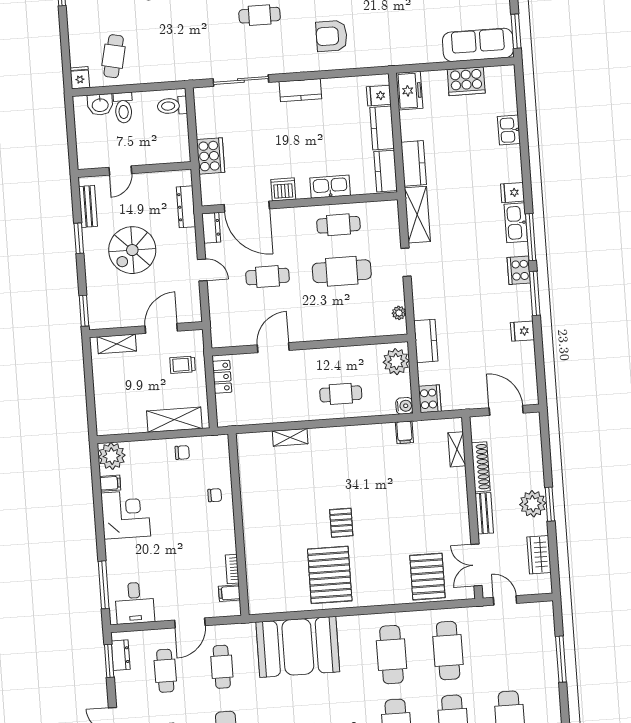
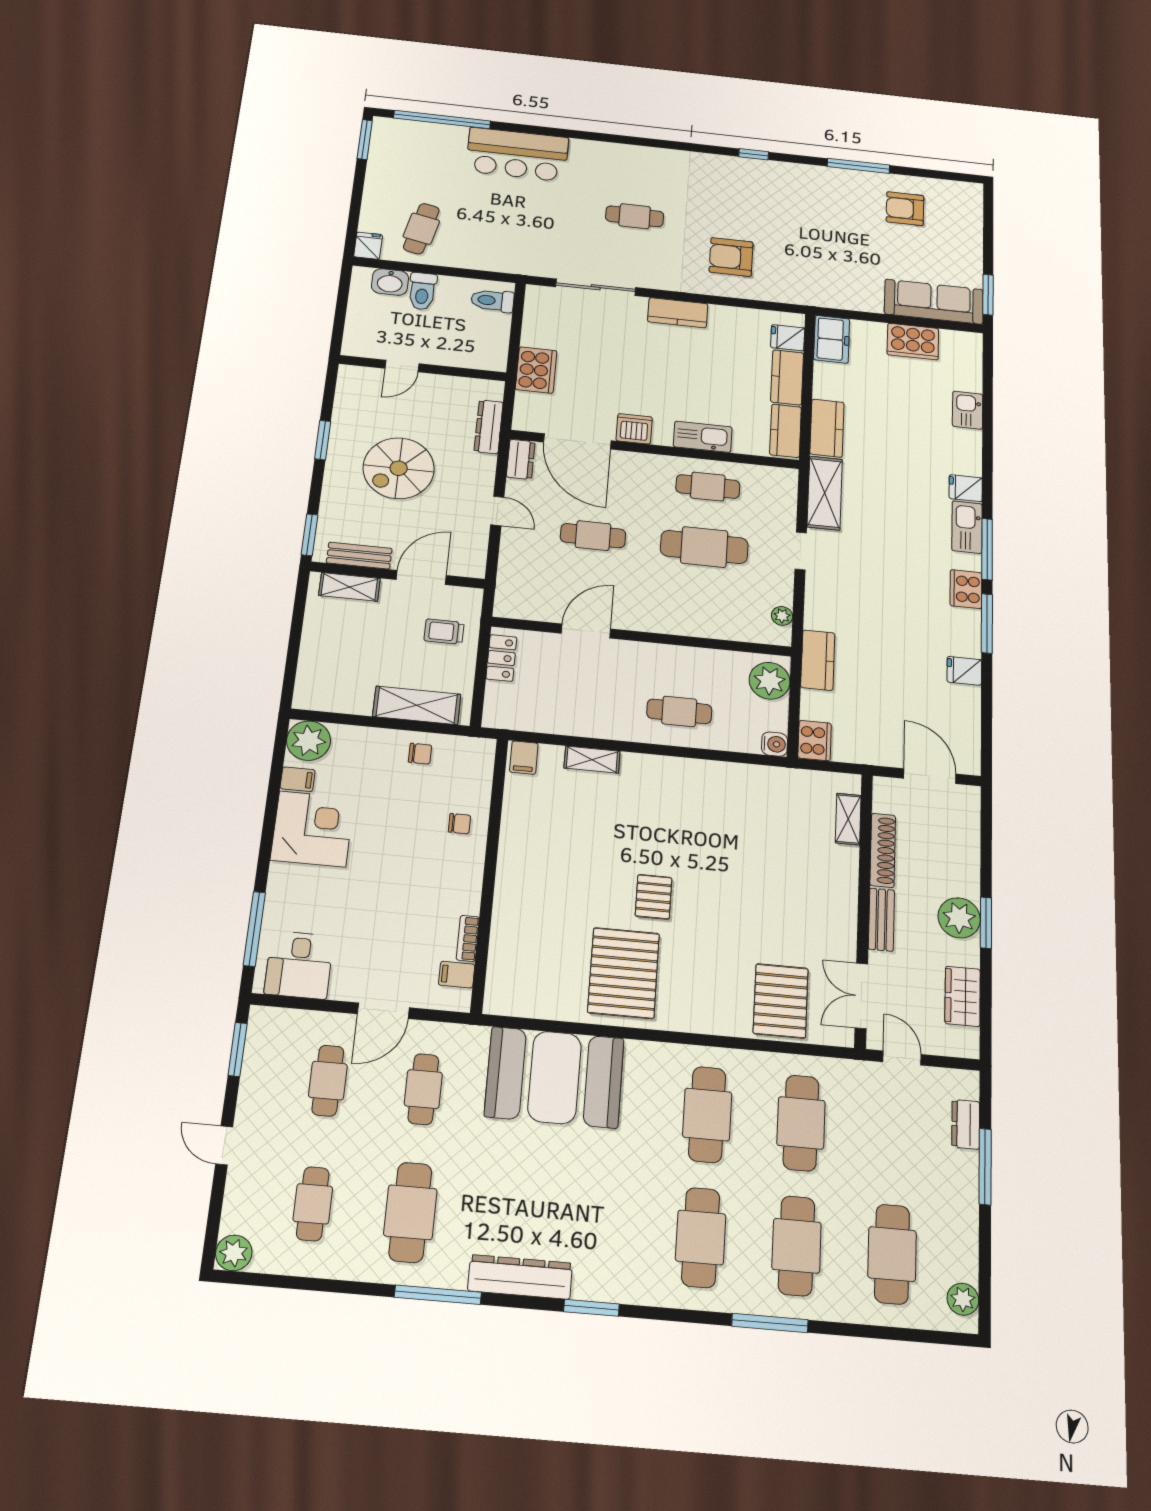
bench: (88, 206) -> (359, 556), moved, turned 90
filing cabinet: (404, 432) -> (524, 758), moved
dresser: (121, 655) -> (966, 1124), moved, turned 180

